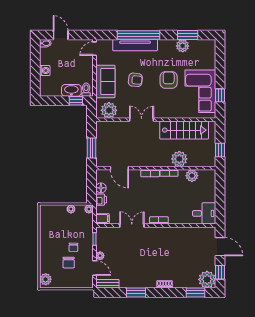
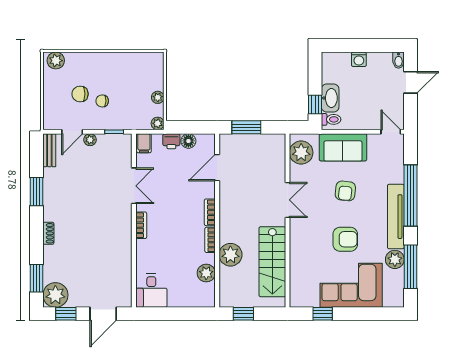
window: (188, 35) -> (410, 267), width x1.44
tv unit: (135, 45) -> (396, 217), moved
corner sofa: (200, 91) -> (351, 285), moved

